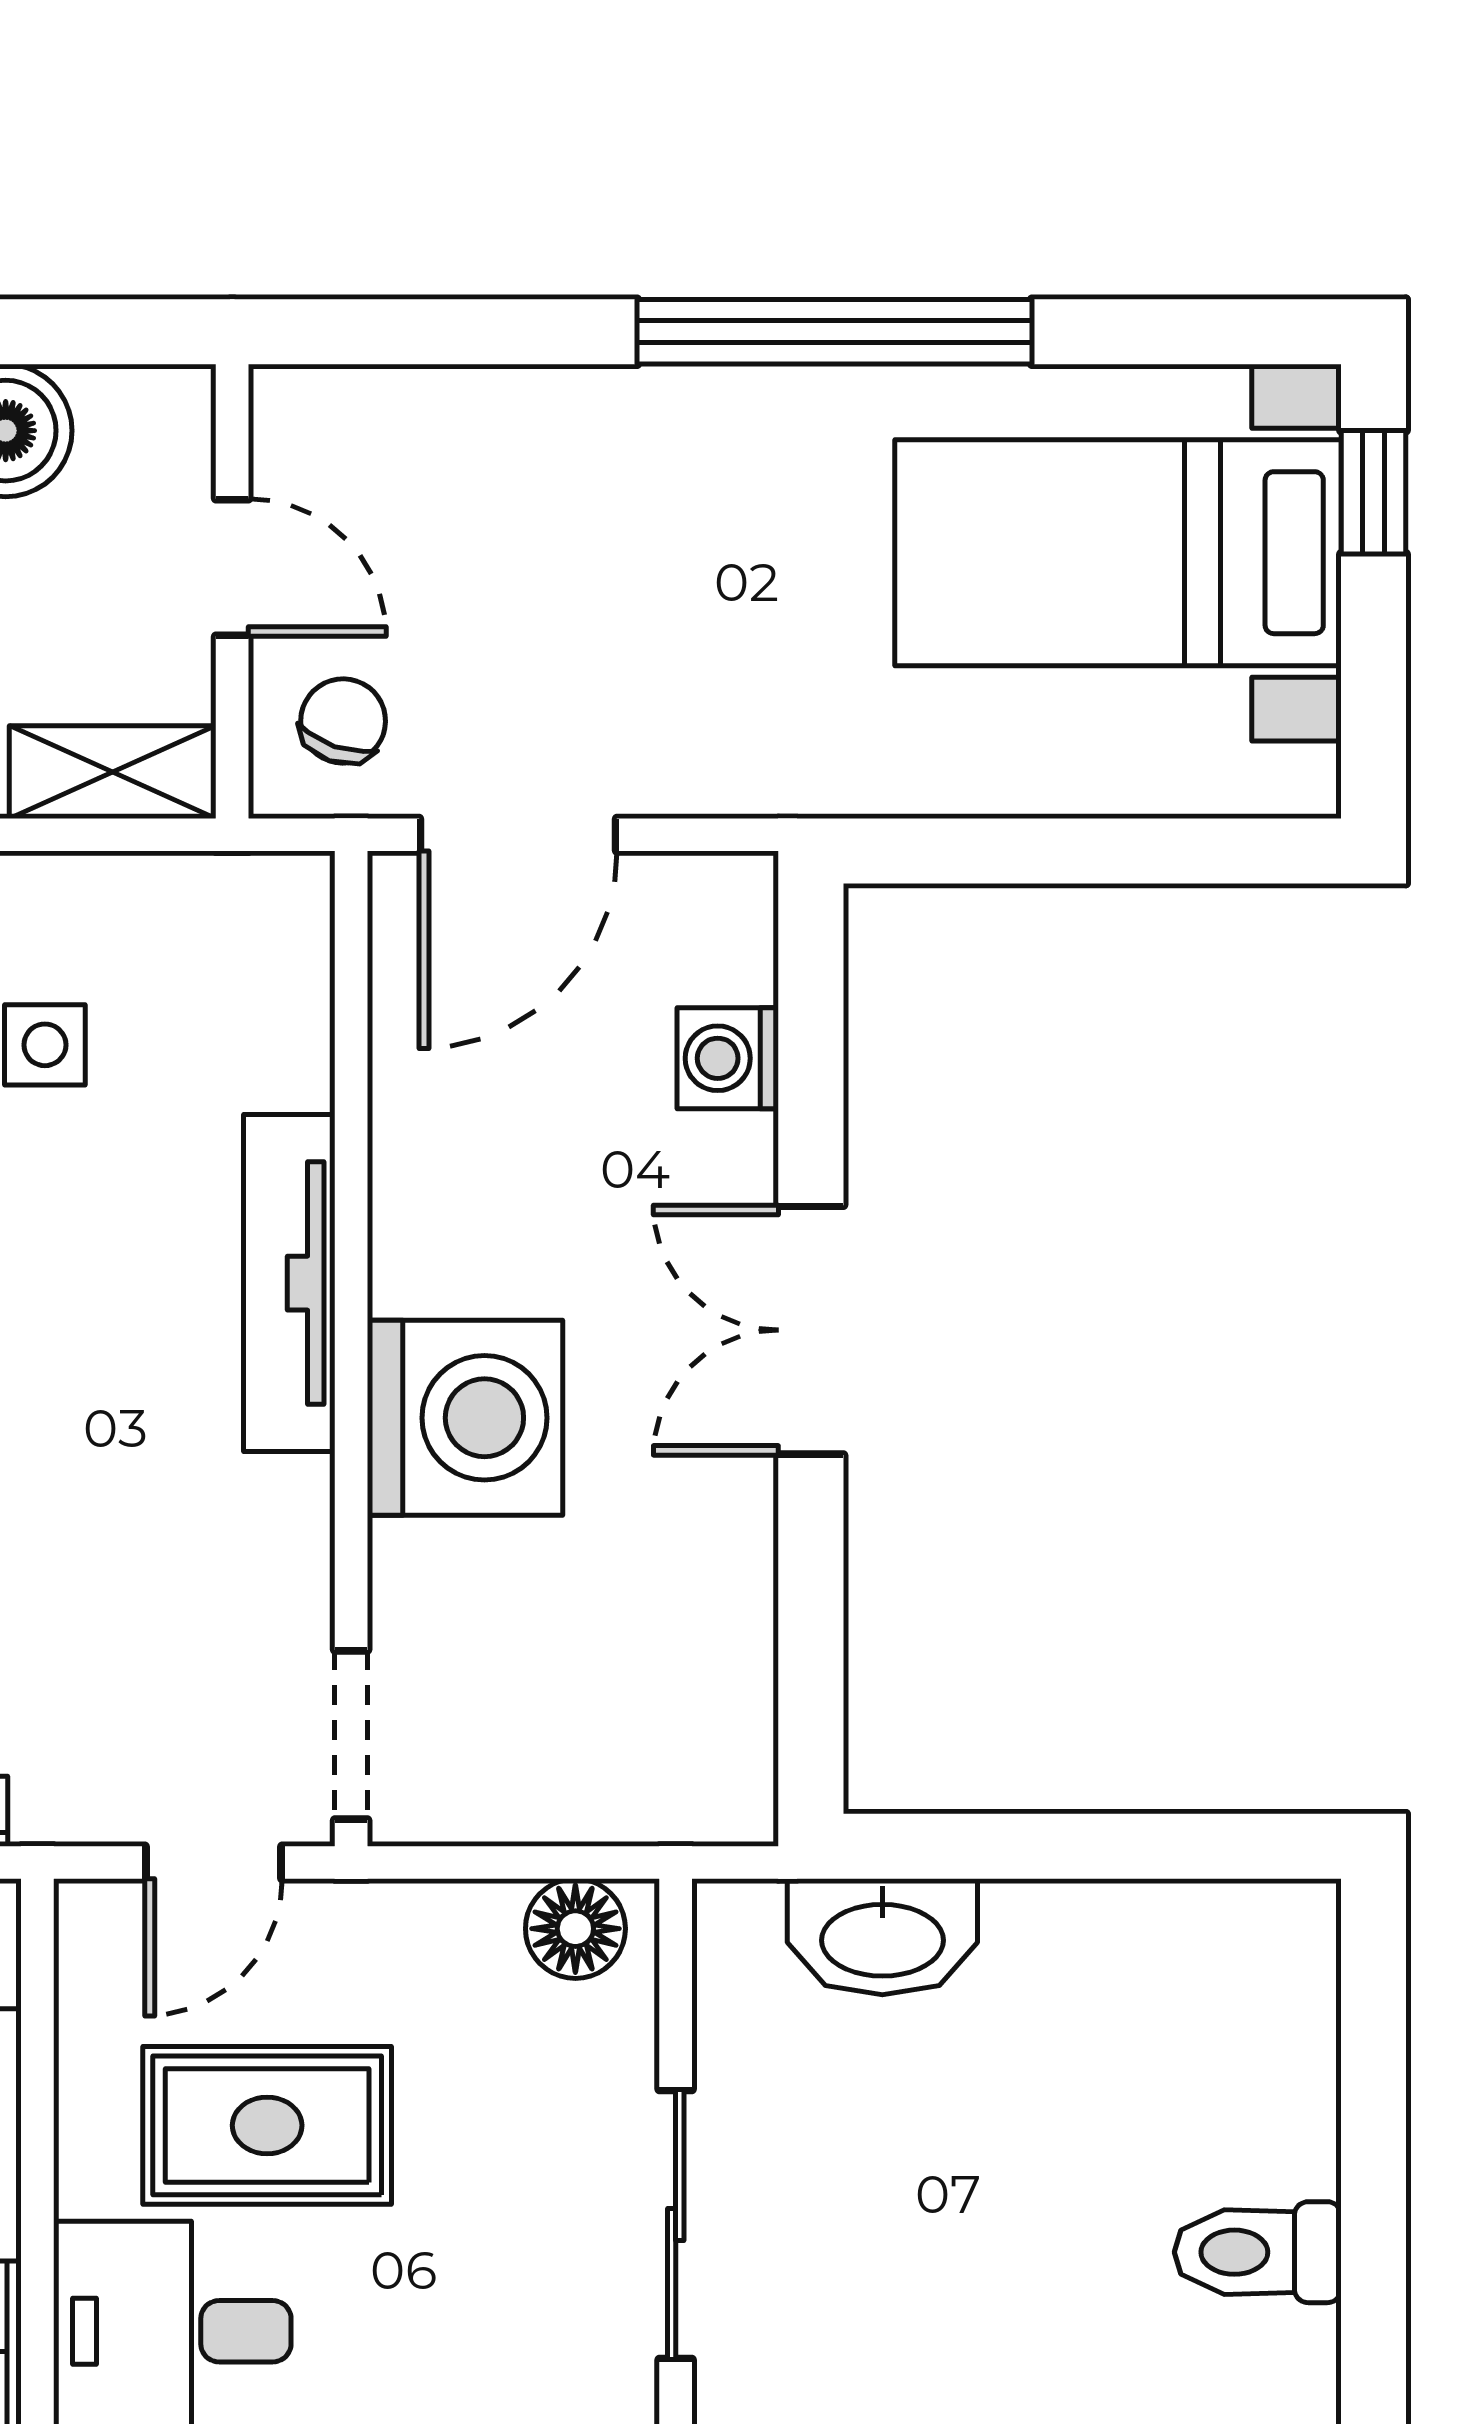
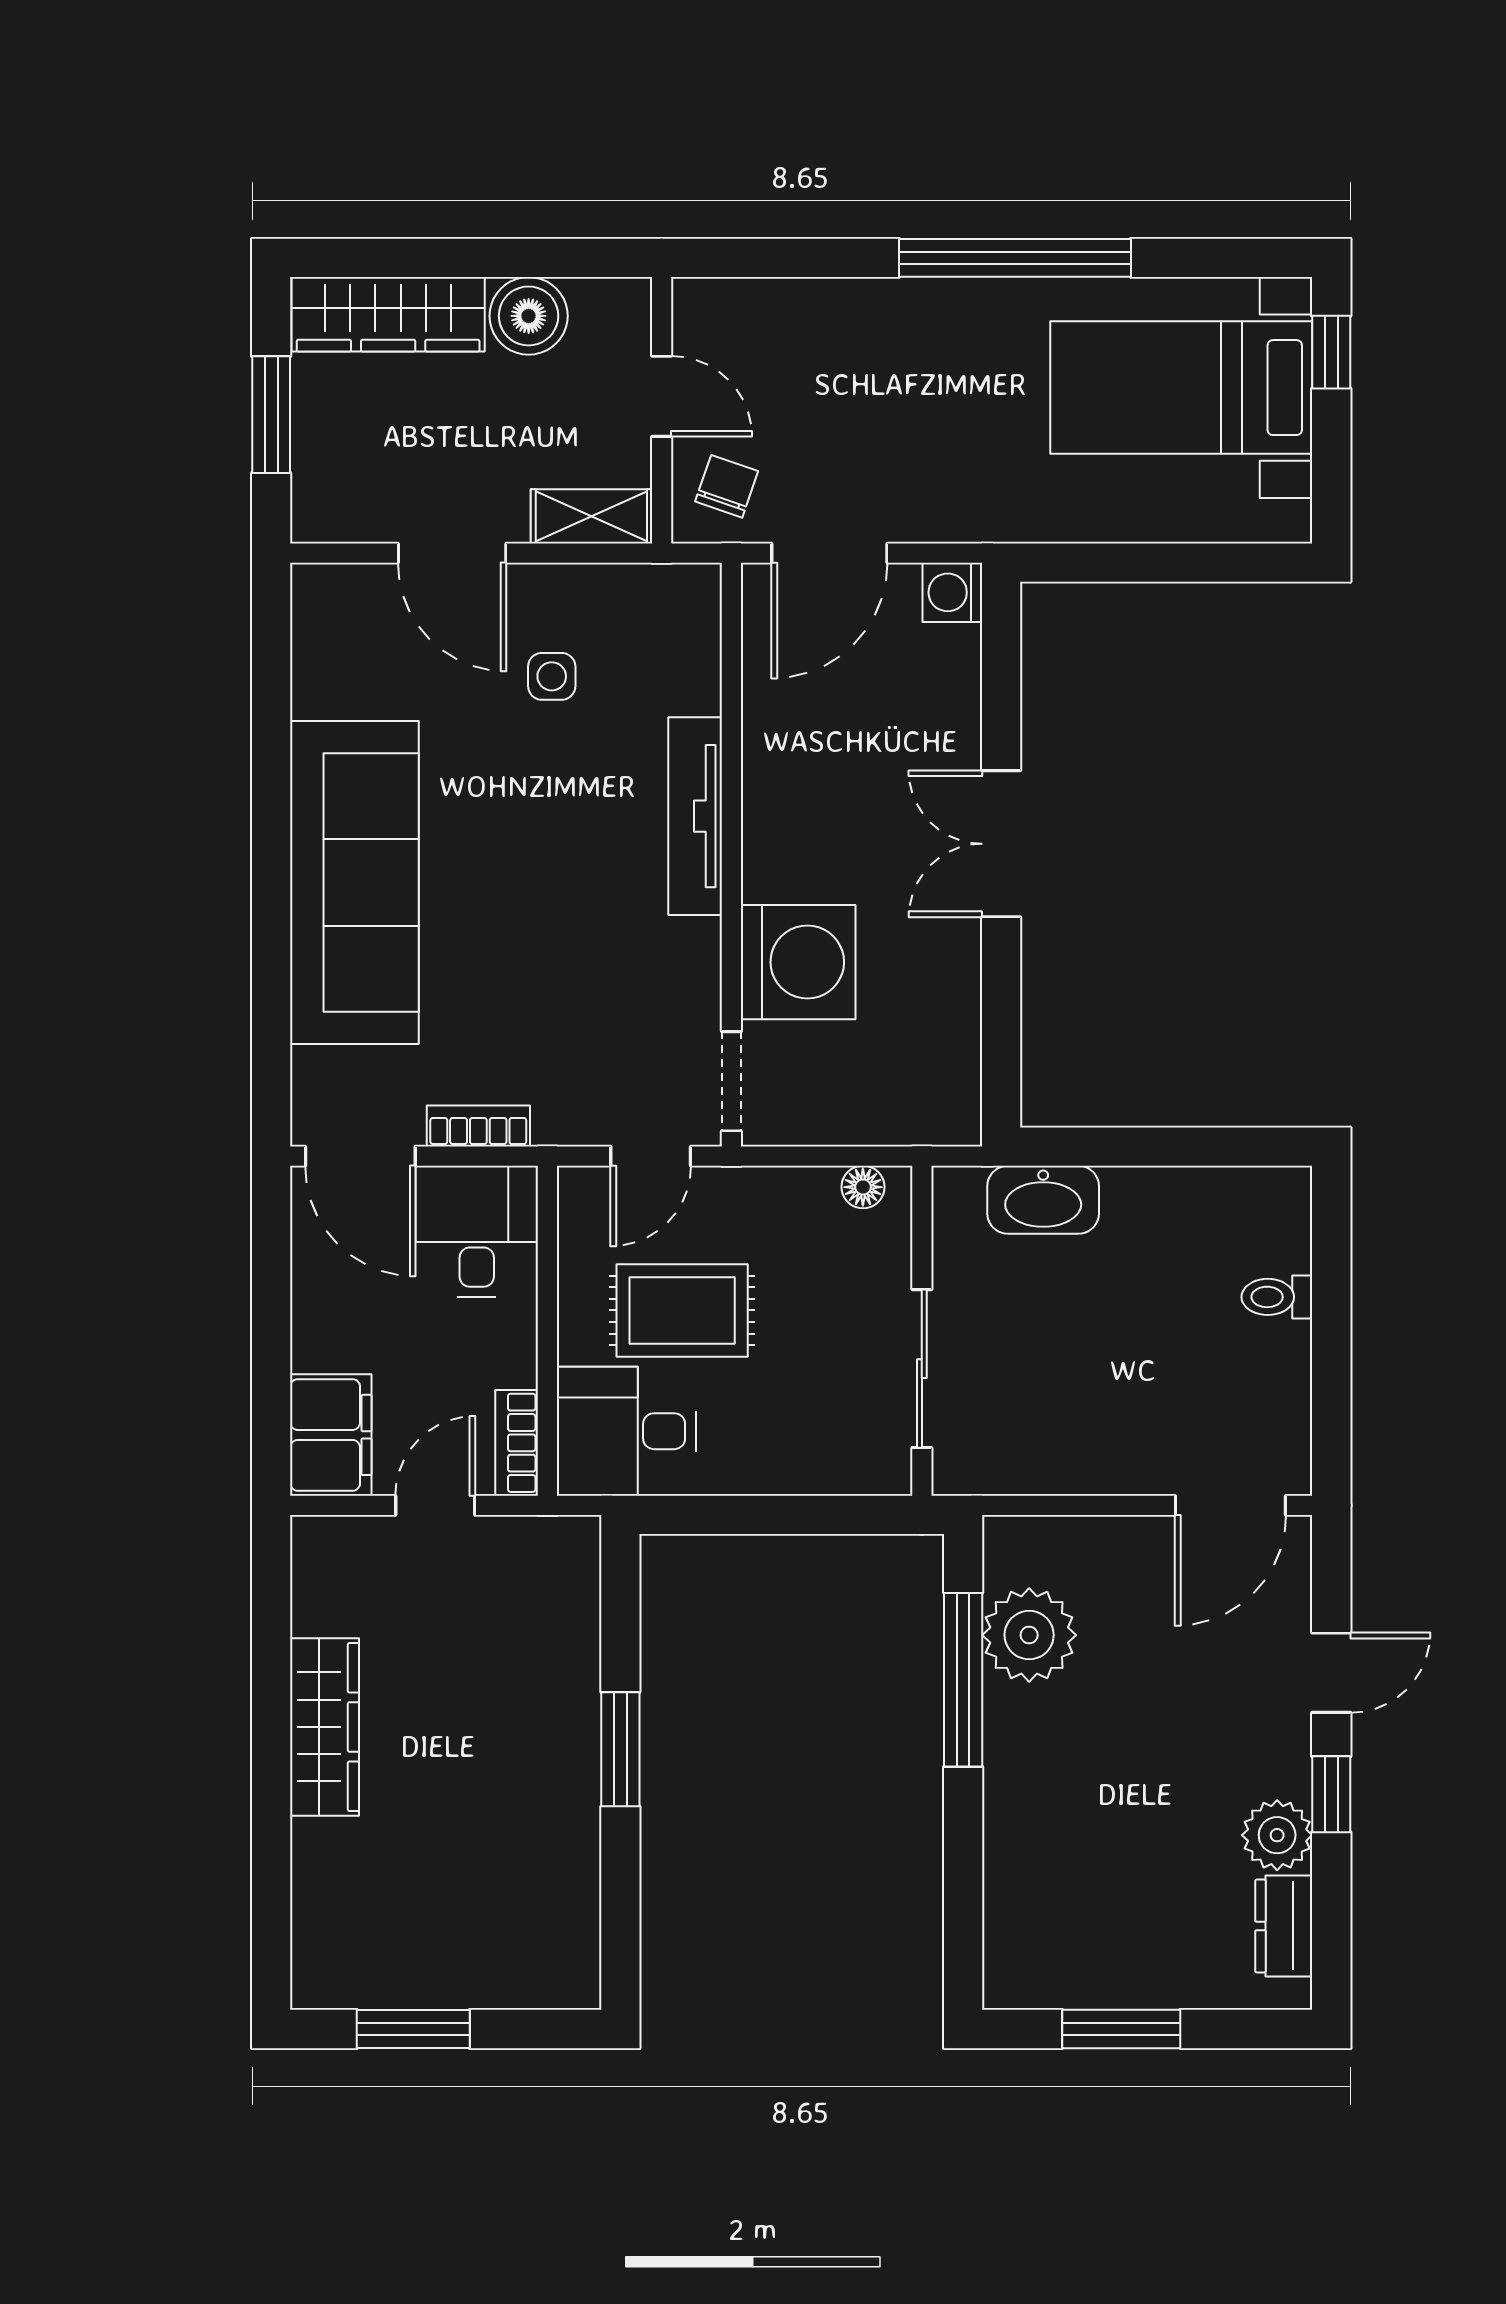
washing machine: (728, 1058) -> (952, 592), moved
washing machine: (465, 1418) -> (798, 962), moved
floor lamp: (575, 1929) -> (863, 1187), width x0.73, depth x0.73
toilet: (1258, 2252) -> (1277, 1297), moved, width x0.73, depth x0.72

